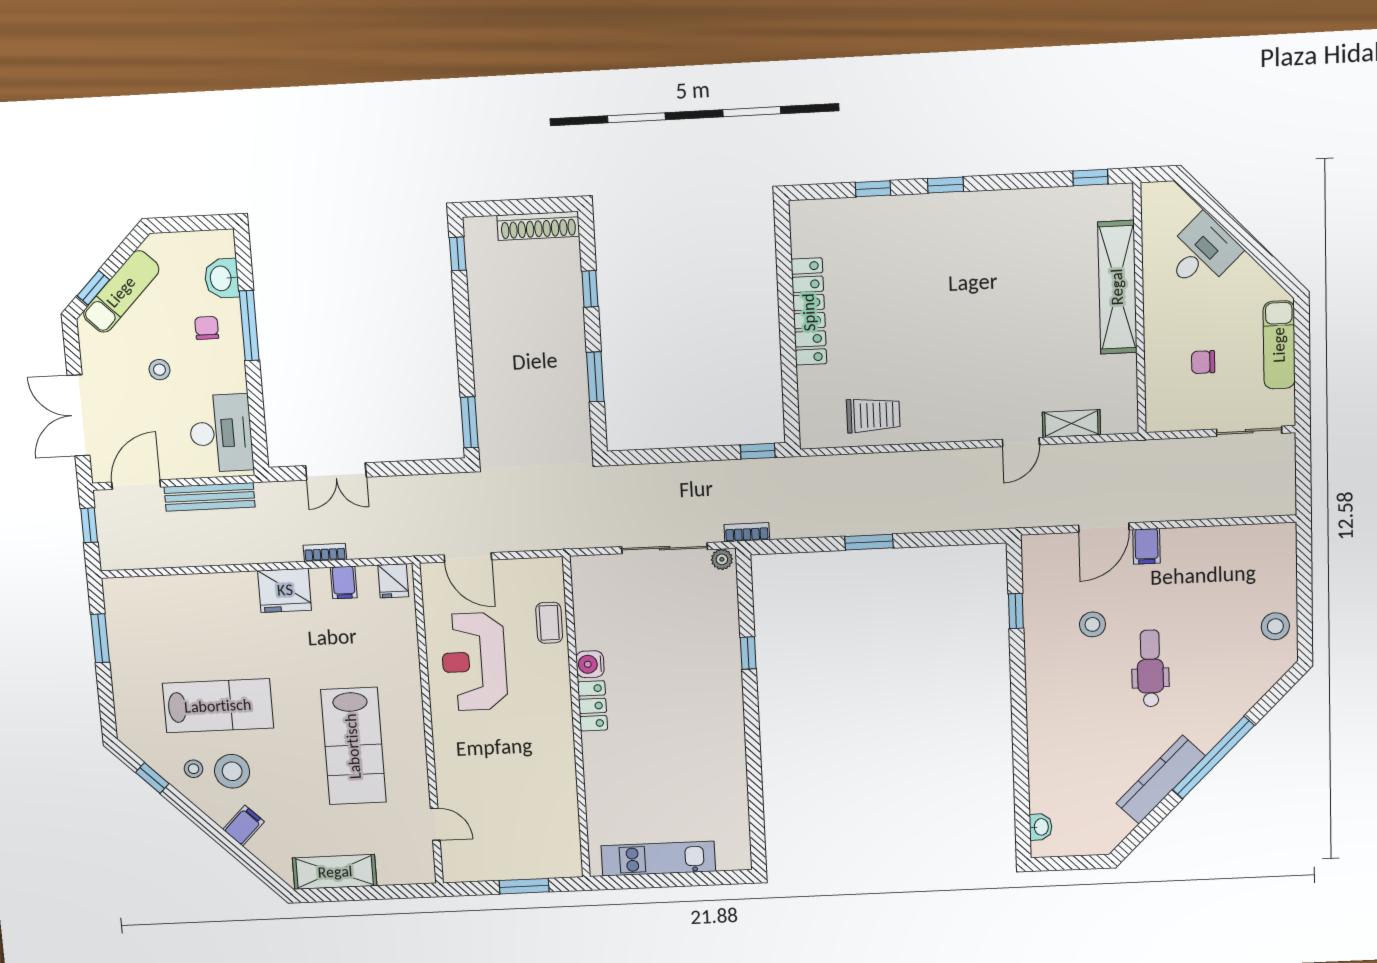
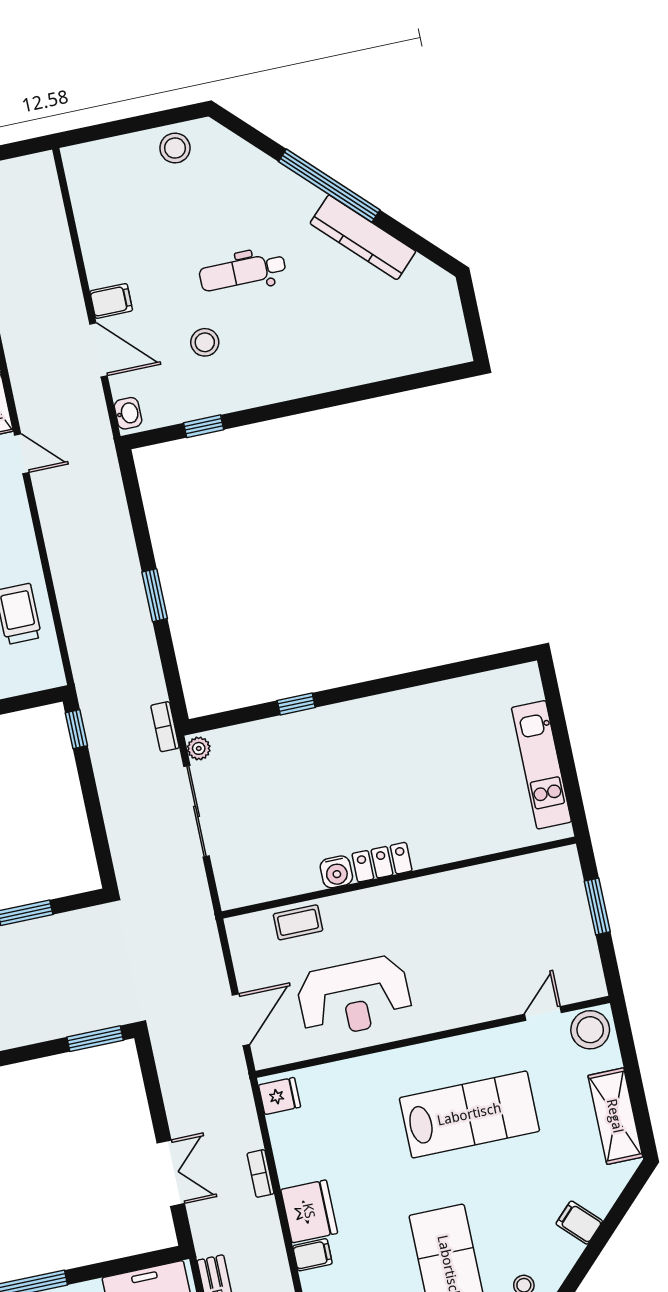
filing cabinet: (344, 582) -> (312, 1255), moved
stool: (232, 771) -> (590, 1030), moved
washbasin: (1041, 827) -> (128, 413), moved, turned 90

